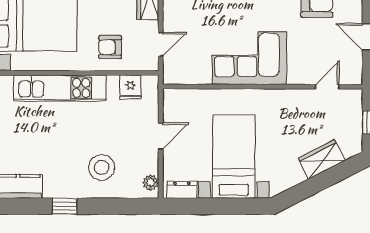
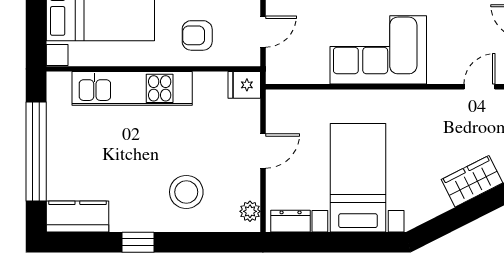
fridge: (130, 87) -> (244, 85), moved, turned 90

